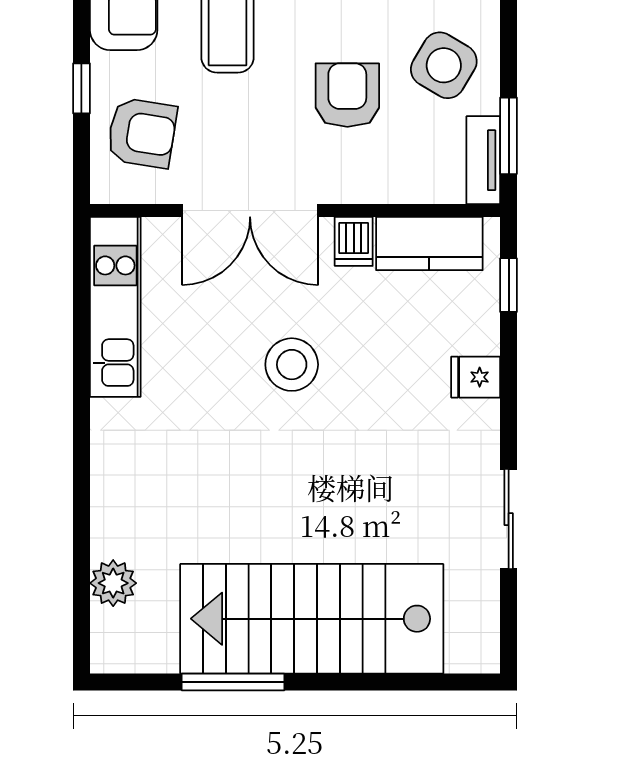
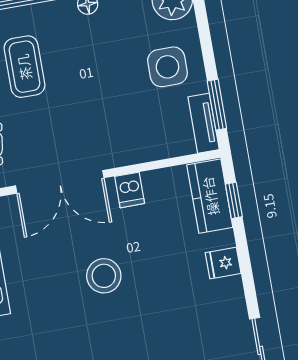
side table: (444, 65) -> (167, 67), turned -31
armchair: (347, 95) -> (109, 97), removed
kitchen counter: (429, 244) -> (210, 196), moved, turned 90

